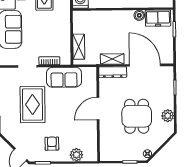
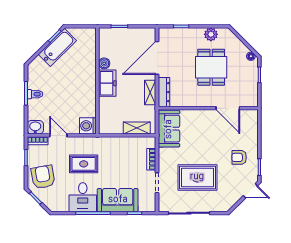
freezer: (158, 18) -> (107, 83), moved
sofa: (64, 77) -> (169, 129), moved
door: (98, 109) -> (228, 108), moved
dining table: (137, 116) -> (211, 67), turned 90
plant: (76, 155) -> (251, 132), removed

